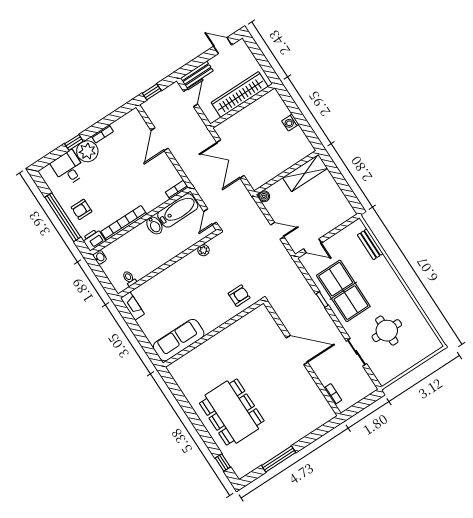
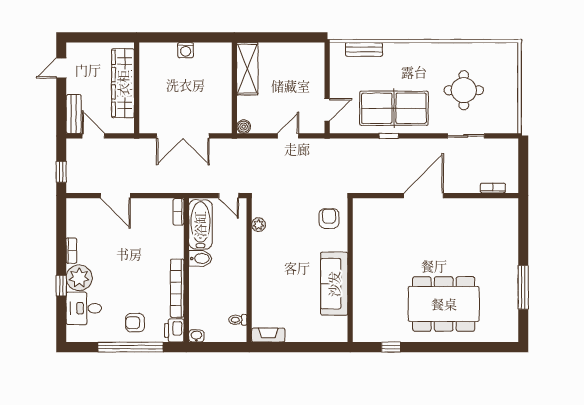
armchair: (82, 209) -> (135, 323), turned 90
sofa: (179, 340) -> (334, 284), moved
window: (223, 463) -> (391, 347), moved

